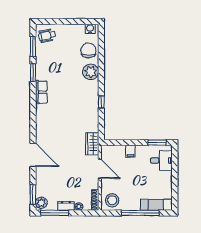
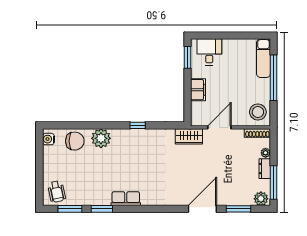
chair: (88, 50) -> (75, 141), turned 180
filing cabinet: (130, 151) -> (198, 90), width x2.00
window: (33, 194) -> (239, 209), moved

